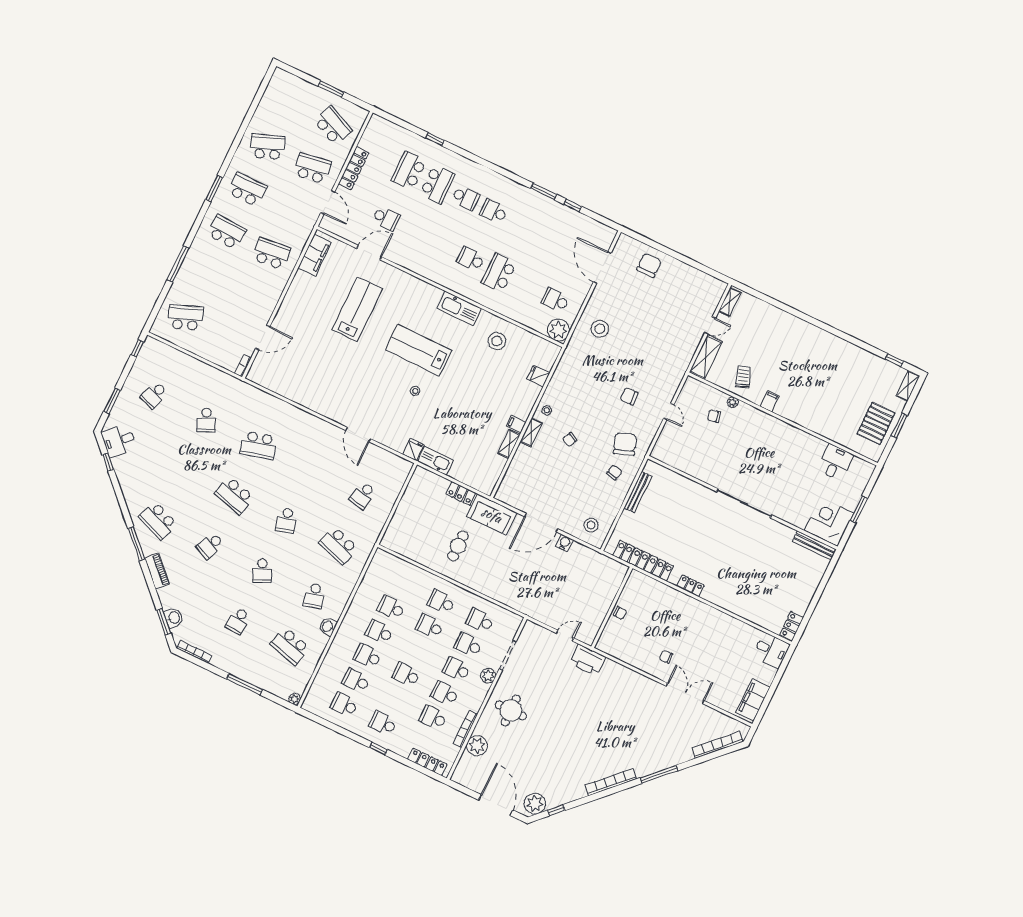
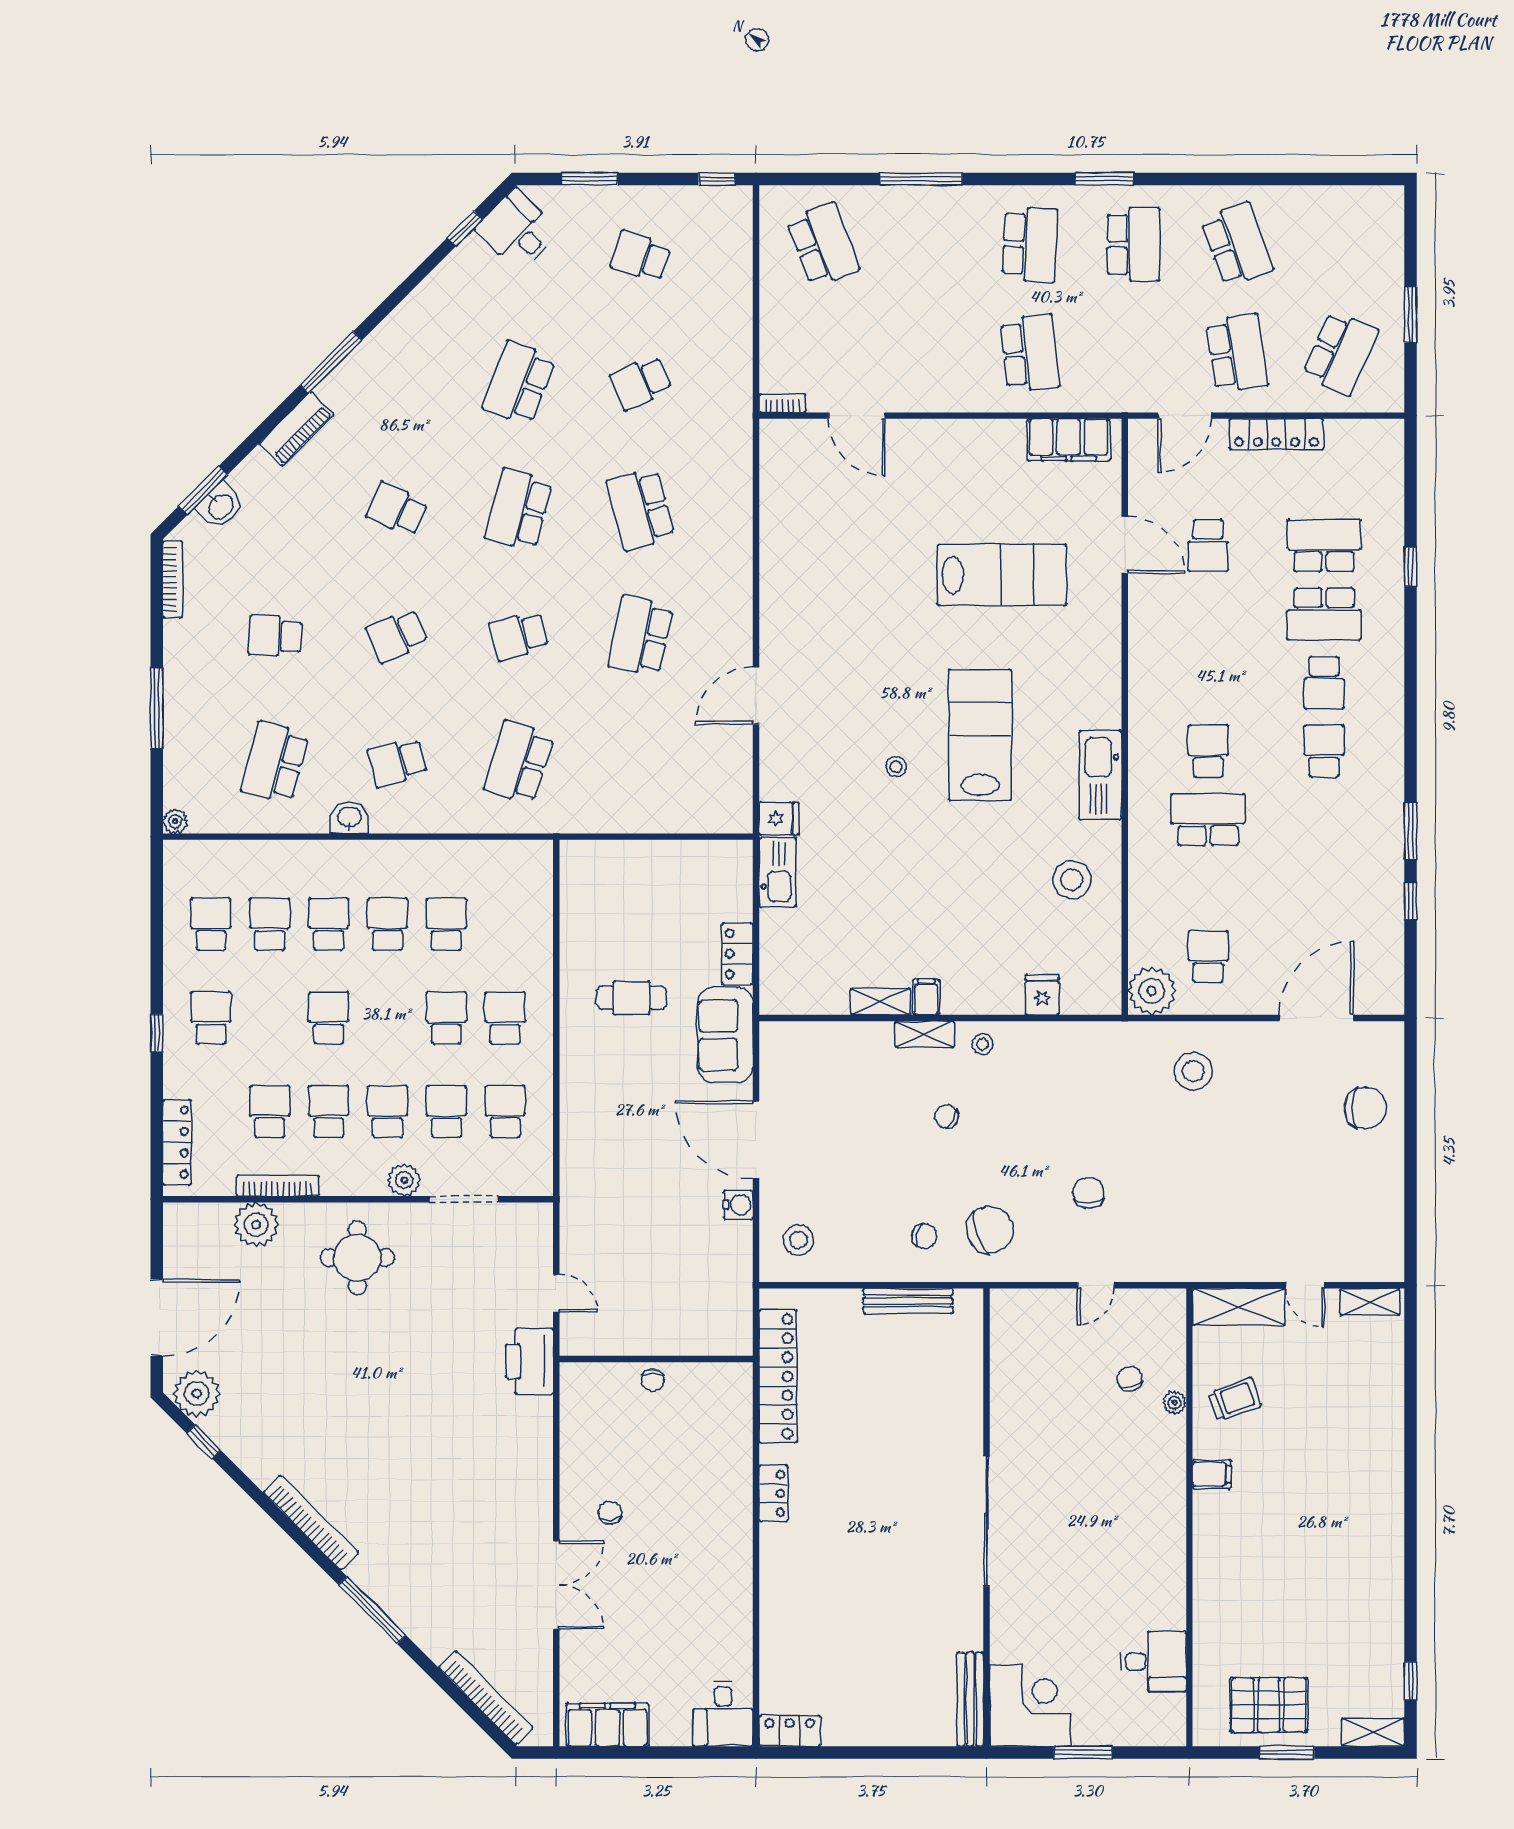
school desk: (363, 495) -> (641, 636), moved, width x1.85
school desk: (158, 521) -> (519, 383), moved

